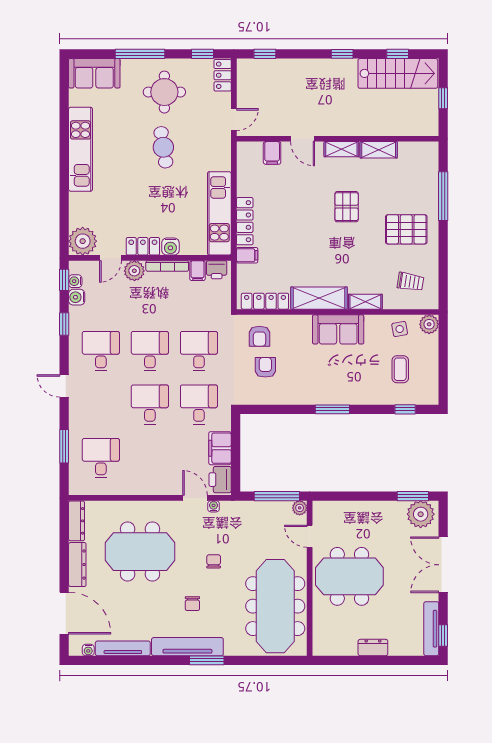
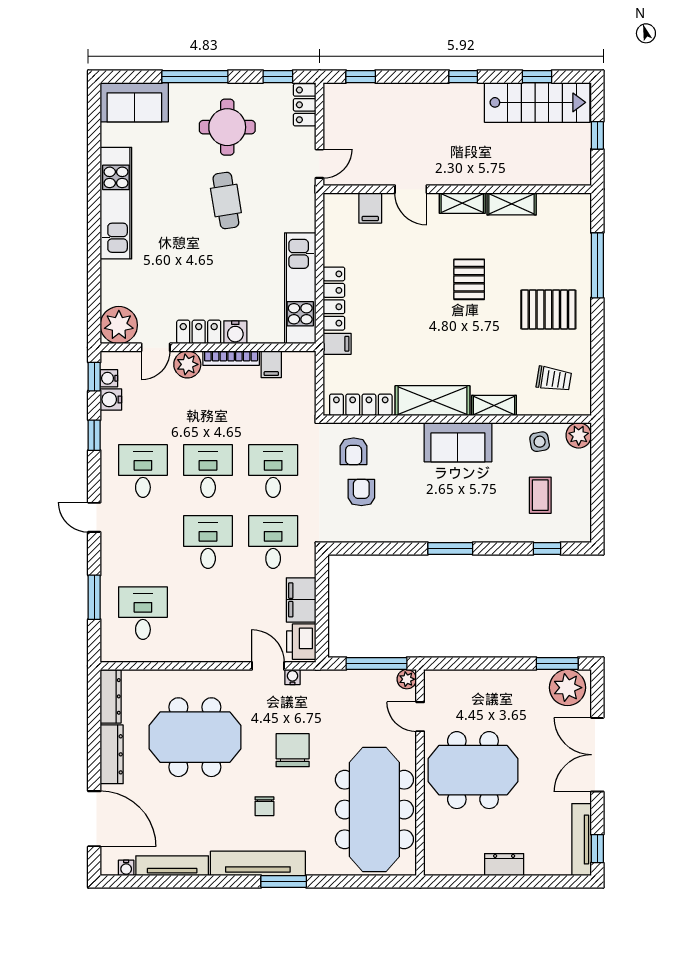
printer: (217, 270) -> (297, 363), removed
chair: (214, 561) -> (293, 750), width x1.87, depth x1.87

